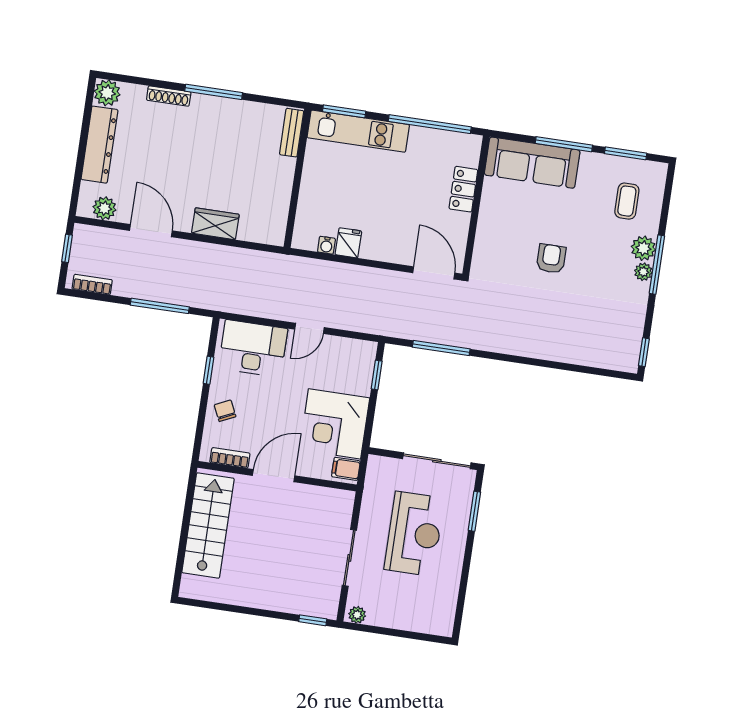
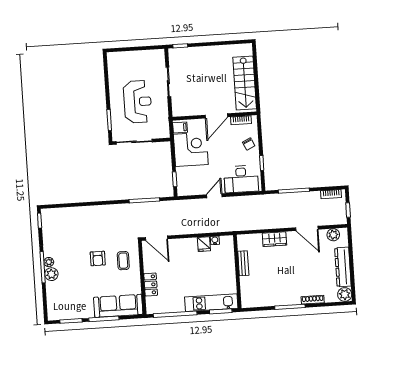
bench: (292, 133) -> (243, 263), moved
coffee table: (627, 201) -> (123, 261), moved
reception desk: (414, 534) -> (138, 102), turned 180
plant: (357, 615) -> (158, 54), removed

